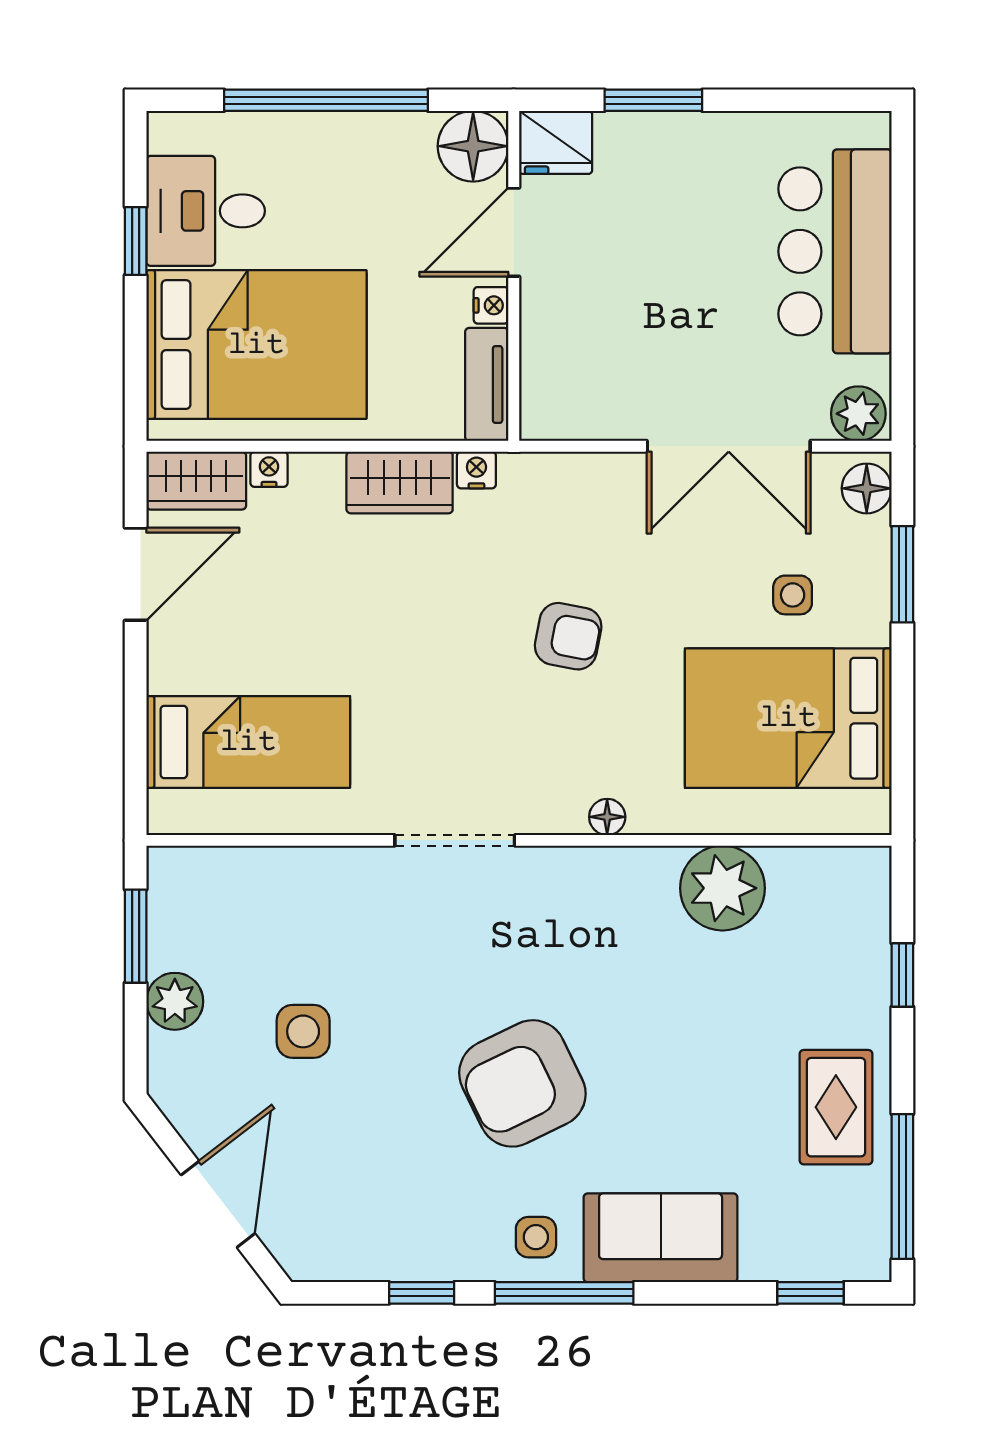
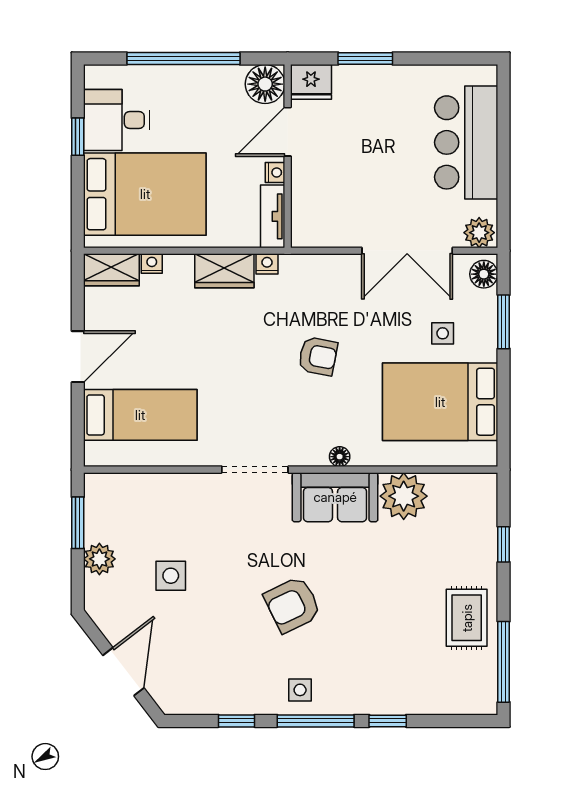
door: (136, 574) -> (78, 357), moved
armchair: (522, 1083) -> (293, 605), width x0.73, depth x0.73
sofa: (661, 1238) -> (335, 497), moved, turned 180
window: (811, 1293) -> (388, 721), moved

